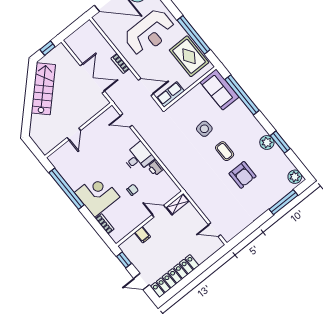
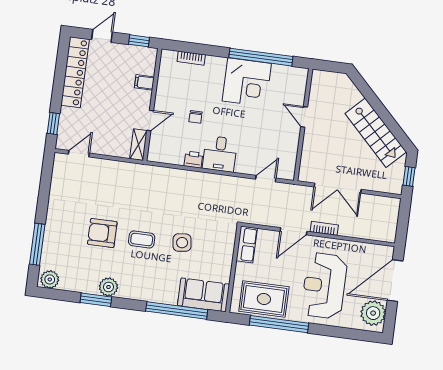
door: (146, 87) -> (294, 231), moved
corner desk: (97, 195) -> (247, 82), moved
window: (213, 259) -> (53, 123), added

